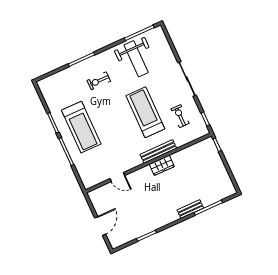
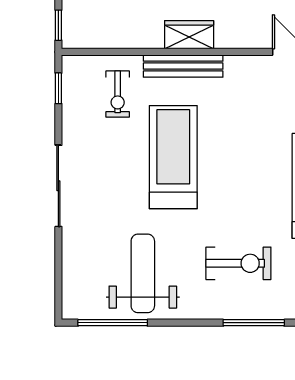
exercise bike: (99, 81) -> (238, 263), width x1.38, depth x1.39
treadmill: (145, 112) -> (173, 157), turned 180
exercise bike: (180, 116) -> (118, 94), moved

